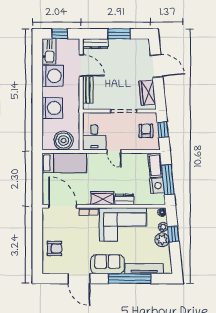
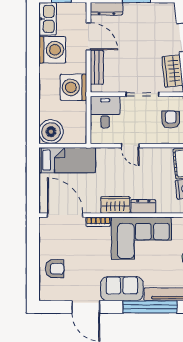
washing machine: (52, 108) -> (73, 87), moved, turned 180
desk: (94, 137) -> (105, 112), moved, turned 180
boiler: (64, 141) -> (51, 132), moved

